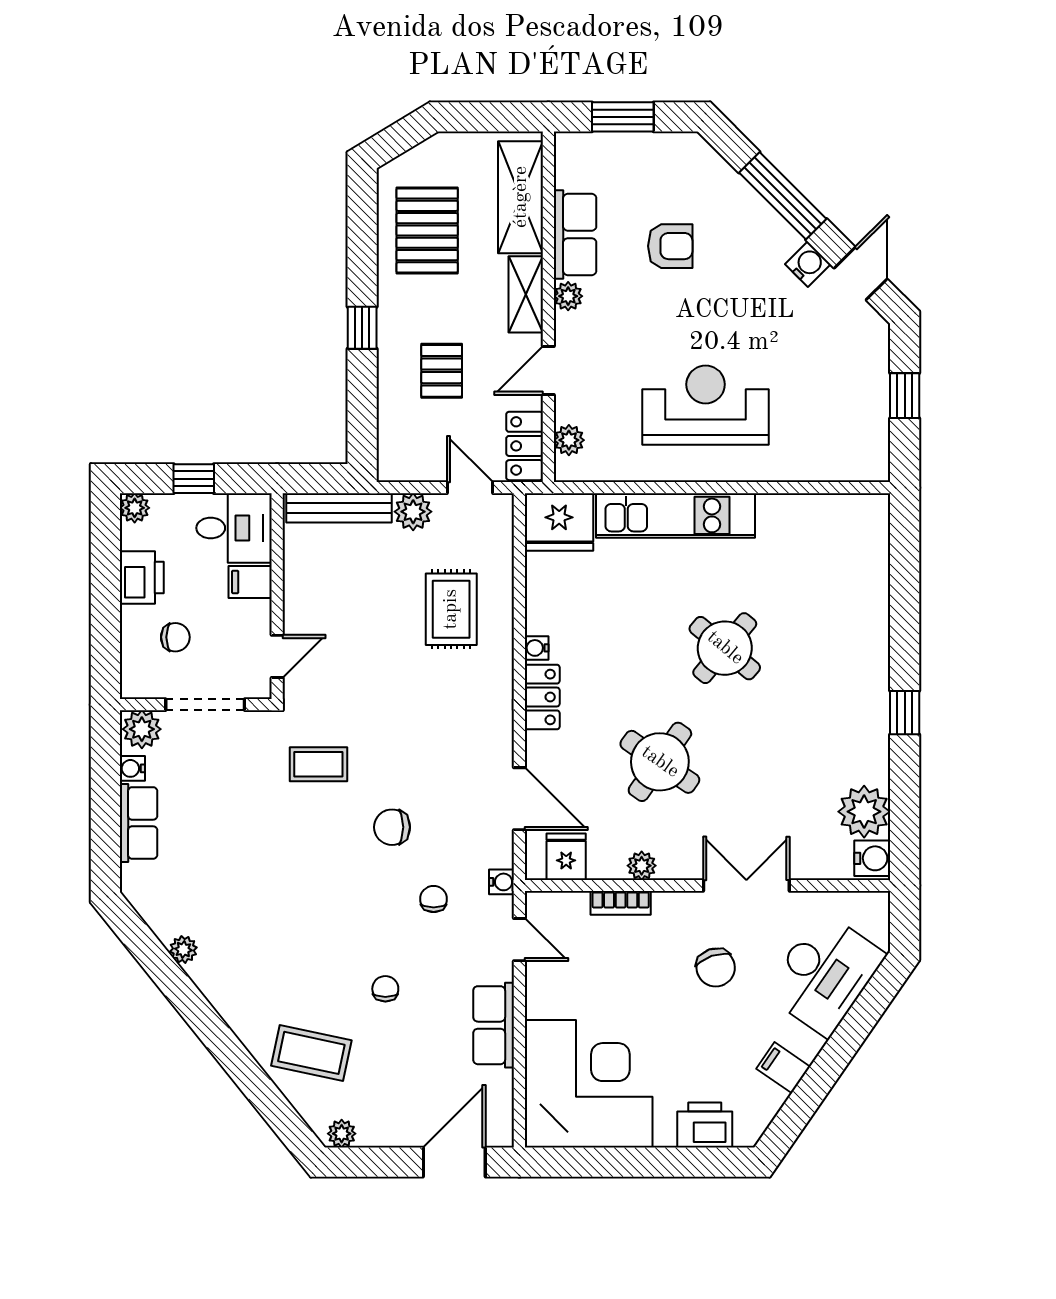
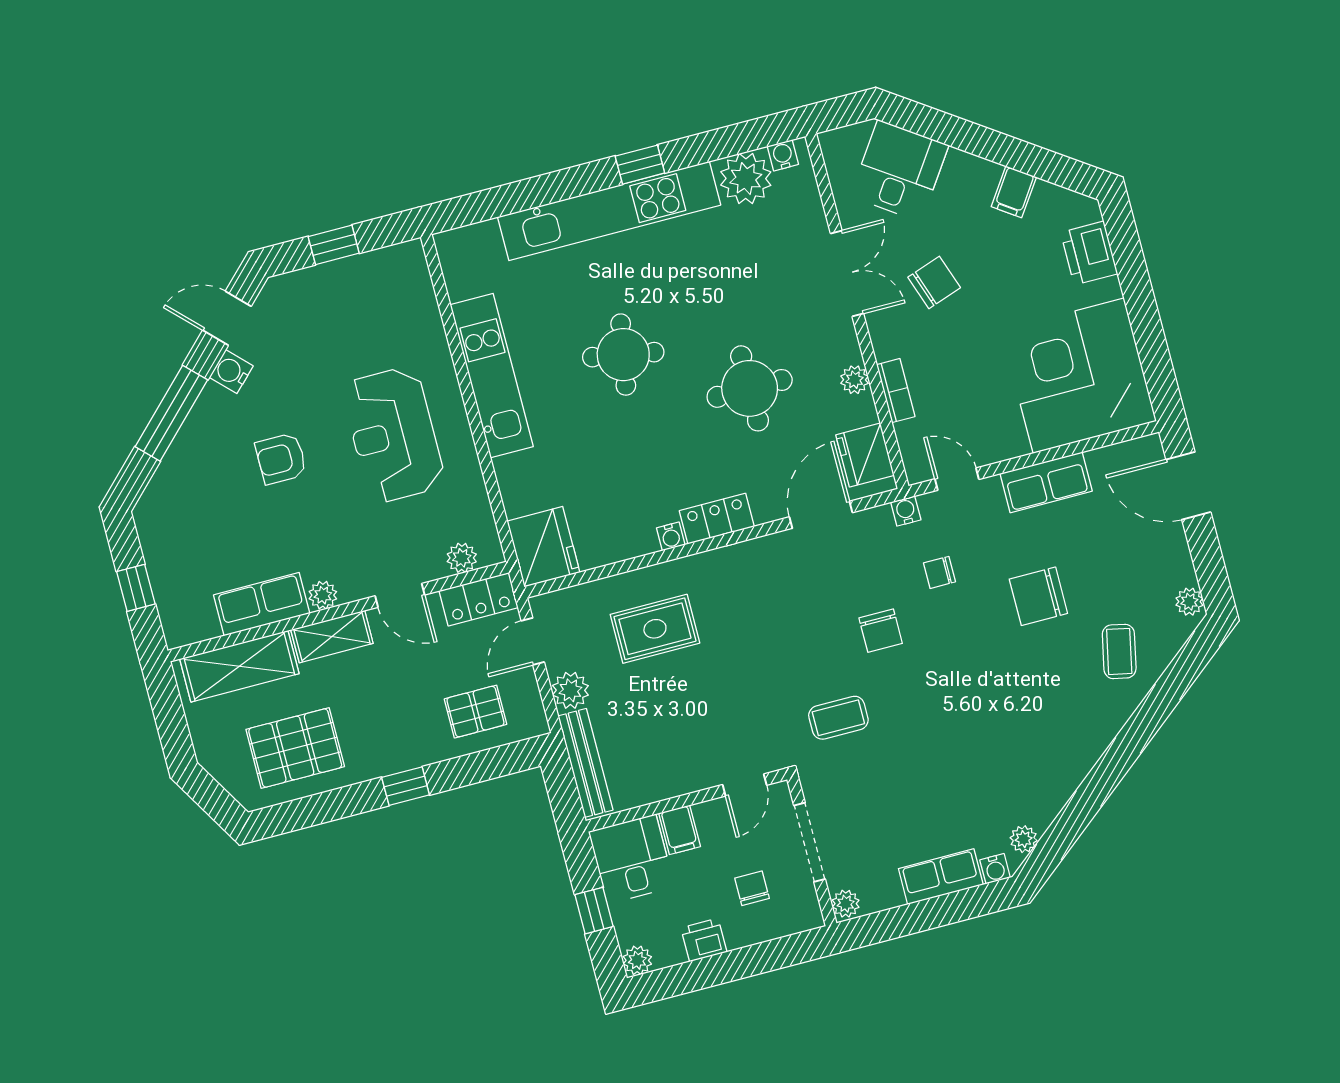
window: (623, 117) -> (136, 588), width x0.67
armchair: (670, 246) -> (281, 459), moved, turned -90
pallet: (442, 371) -> (475, 712), moved
kitchen unit: (675, 515) -> (492, 376), moved
printer: (142, 577) -> (704, 940), width x0.73, depth x0.81
round table: (725, 648) -> (623, 355), turned -30
door: (277, 656) -> (745, 785), swing flipped
kitchen unit: (867, 671) -> (609, 211), added
plant: (142, 729) -> (846, 904), width x0.73, depth x0.73
round table: (660, 762) -> (750, 388), turned -35
coffee table: (318, 764) -> (838, 718), turned 90
water cooler: (132, 768) -> (995, 869), moved
fridge: (566, 857) -> (865, 455), width x1.38
water cooler: (872, 858) -> (783, 155), width x0.72, depth x0.72
double door: (746, 885) -> (847, 273), swing flipped
door: (519, 940) -> (957, 479), hinge flipped
plant: (183, 950) -> (1024, 839), moved
desk: (824, 974) -> (899, 171), width x0.73
chair: (385, 989) -> (1038, 596), width x1.87, depth x1.87
coffee table: (311, 1053) -> (1119, 651), width x0.73, depth x0.77

